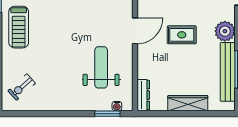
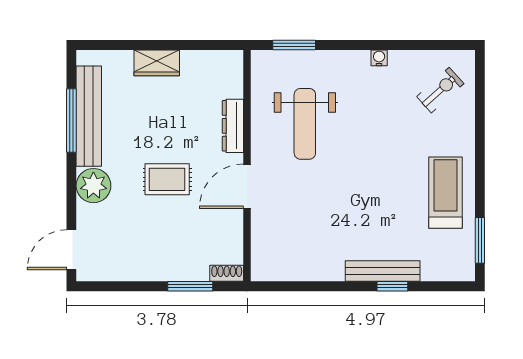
dresser: (143, 95) -> (233, 126), moved
wardrobe: (188, 103) -> (157, 63), width x0.67
water cooler: (117, 106) -> (379, 58), moved

